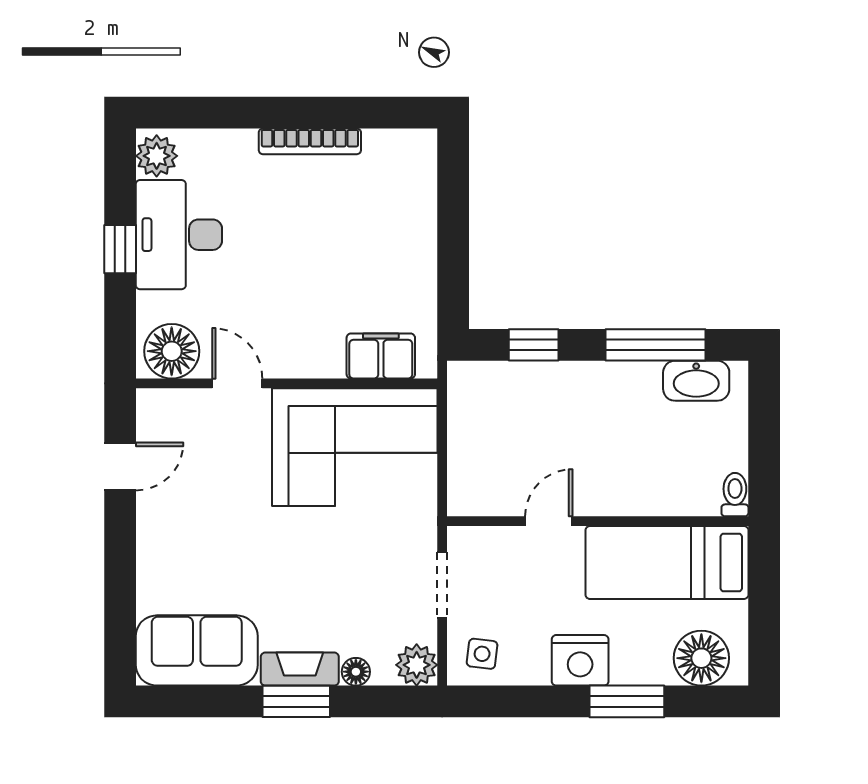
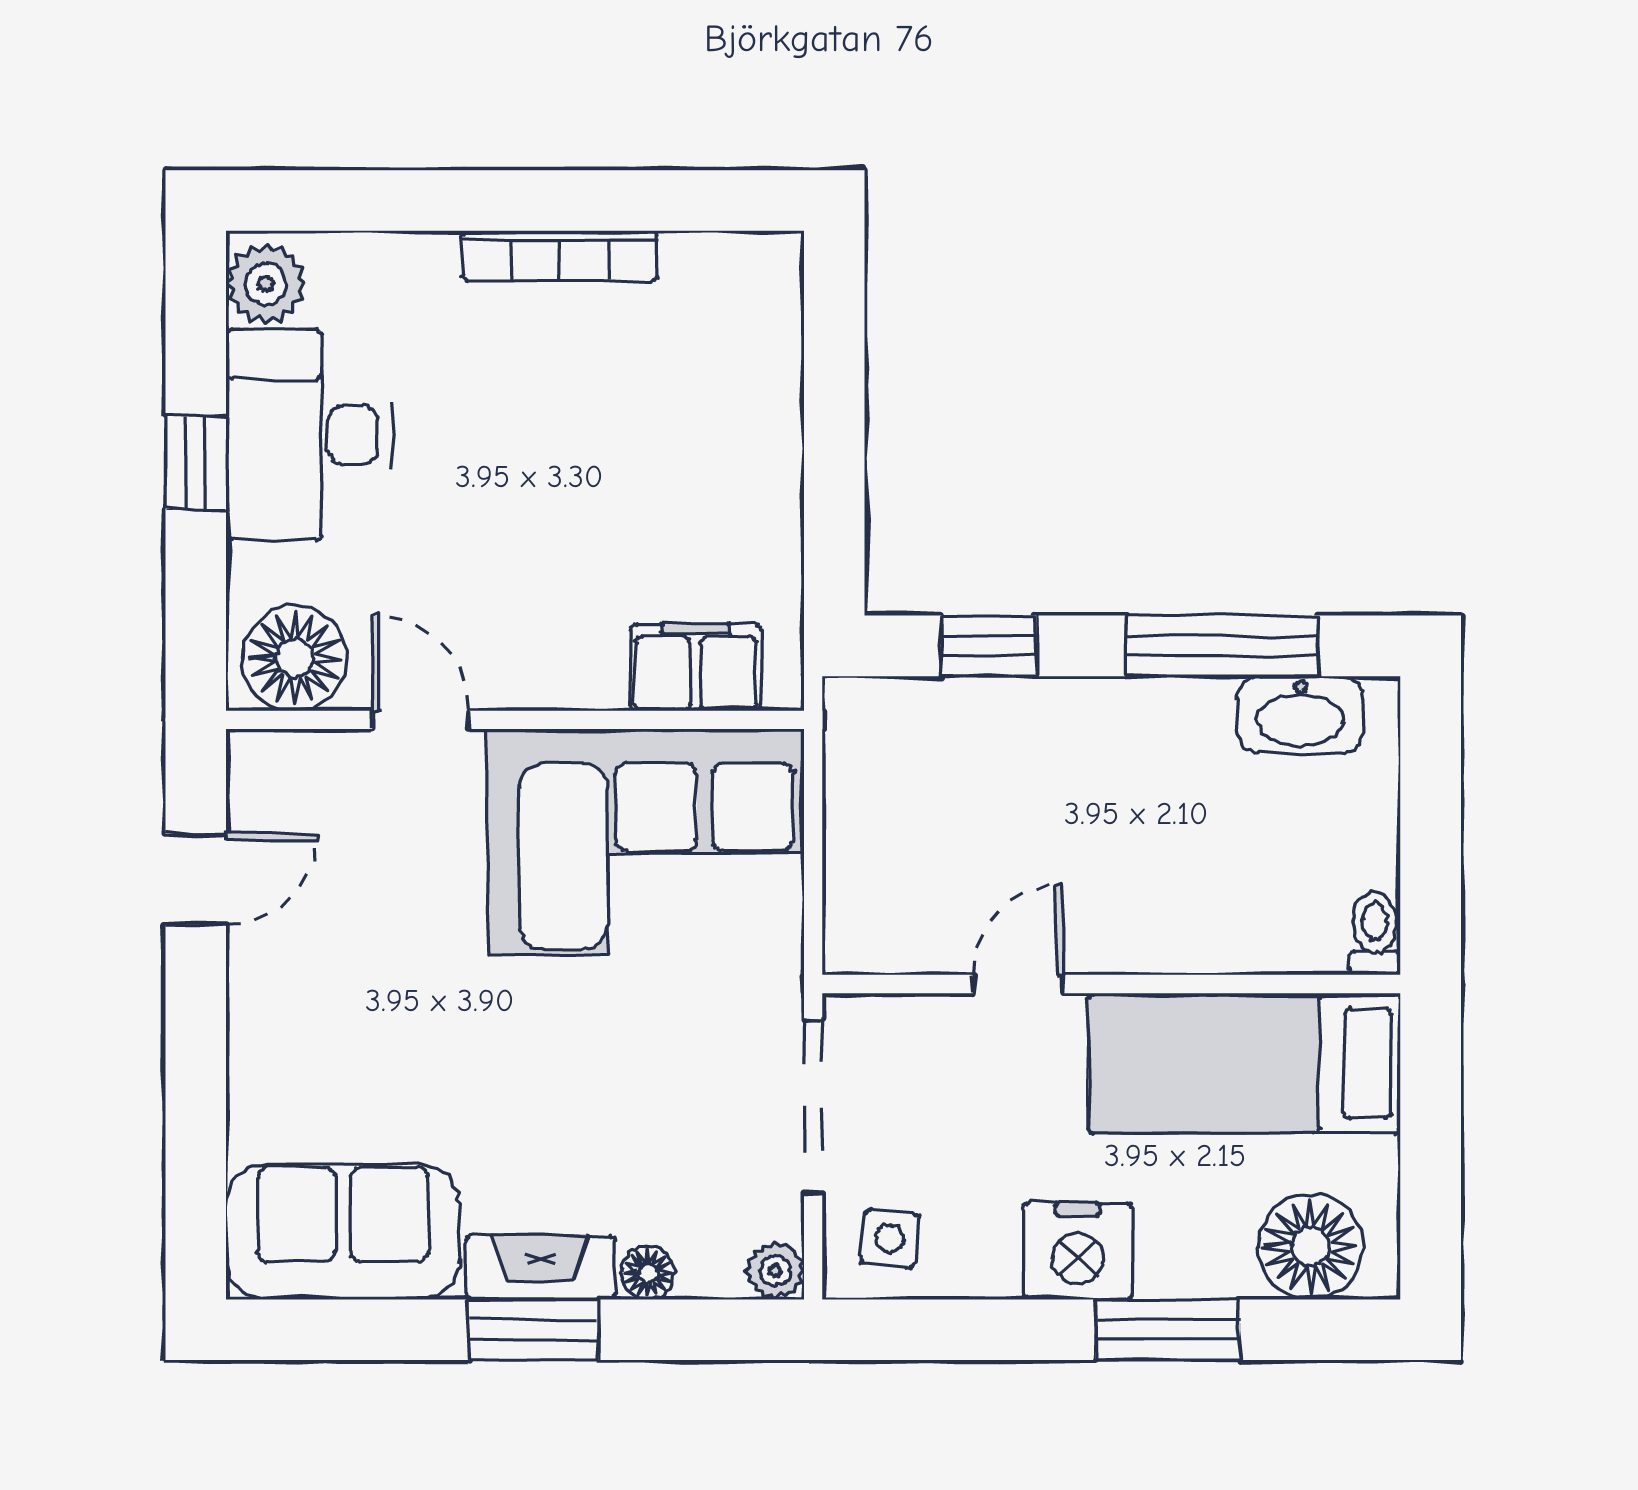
doorway: (442, 585) -> (813, 1107), width x1.38
plant: (417, 665) -> (775, 1271), width x0.73, depth x0.73

